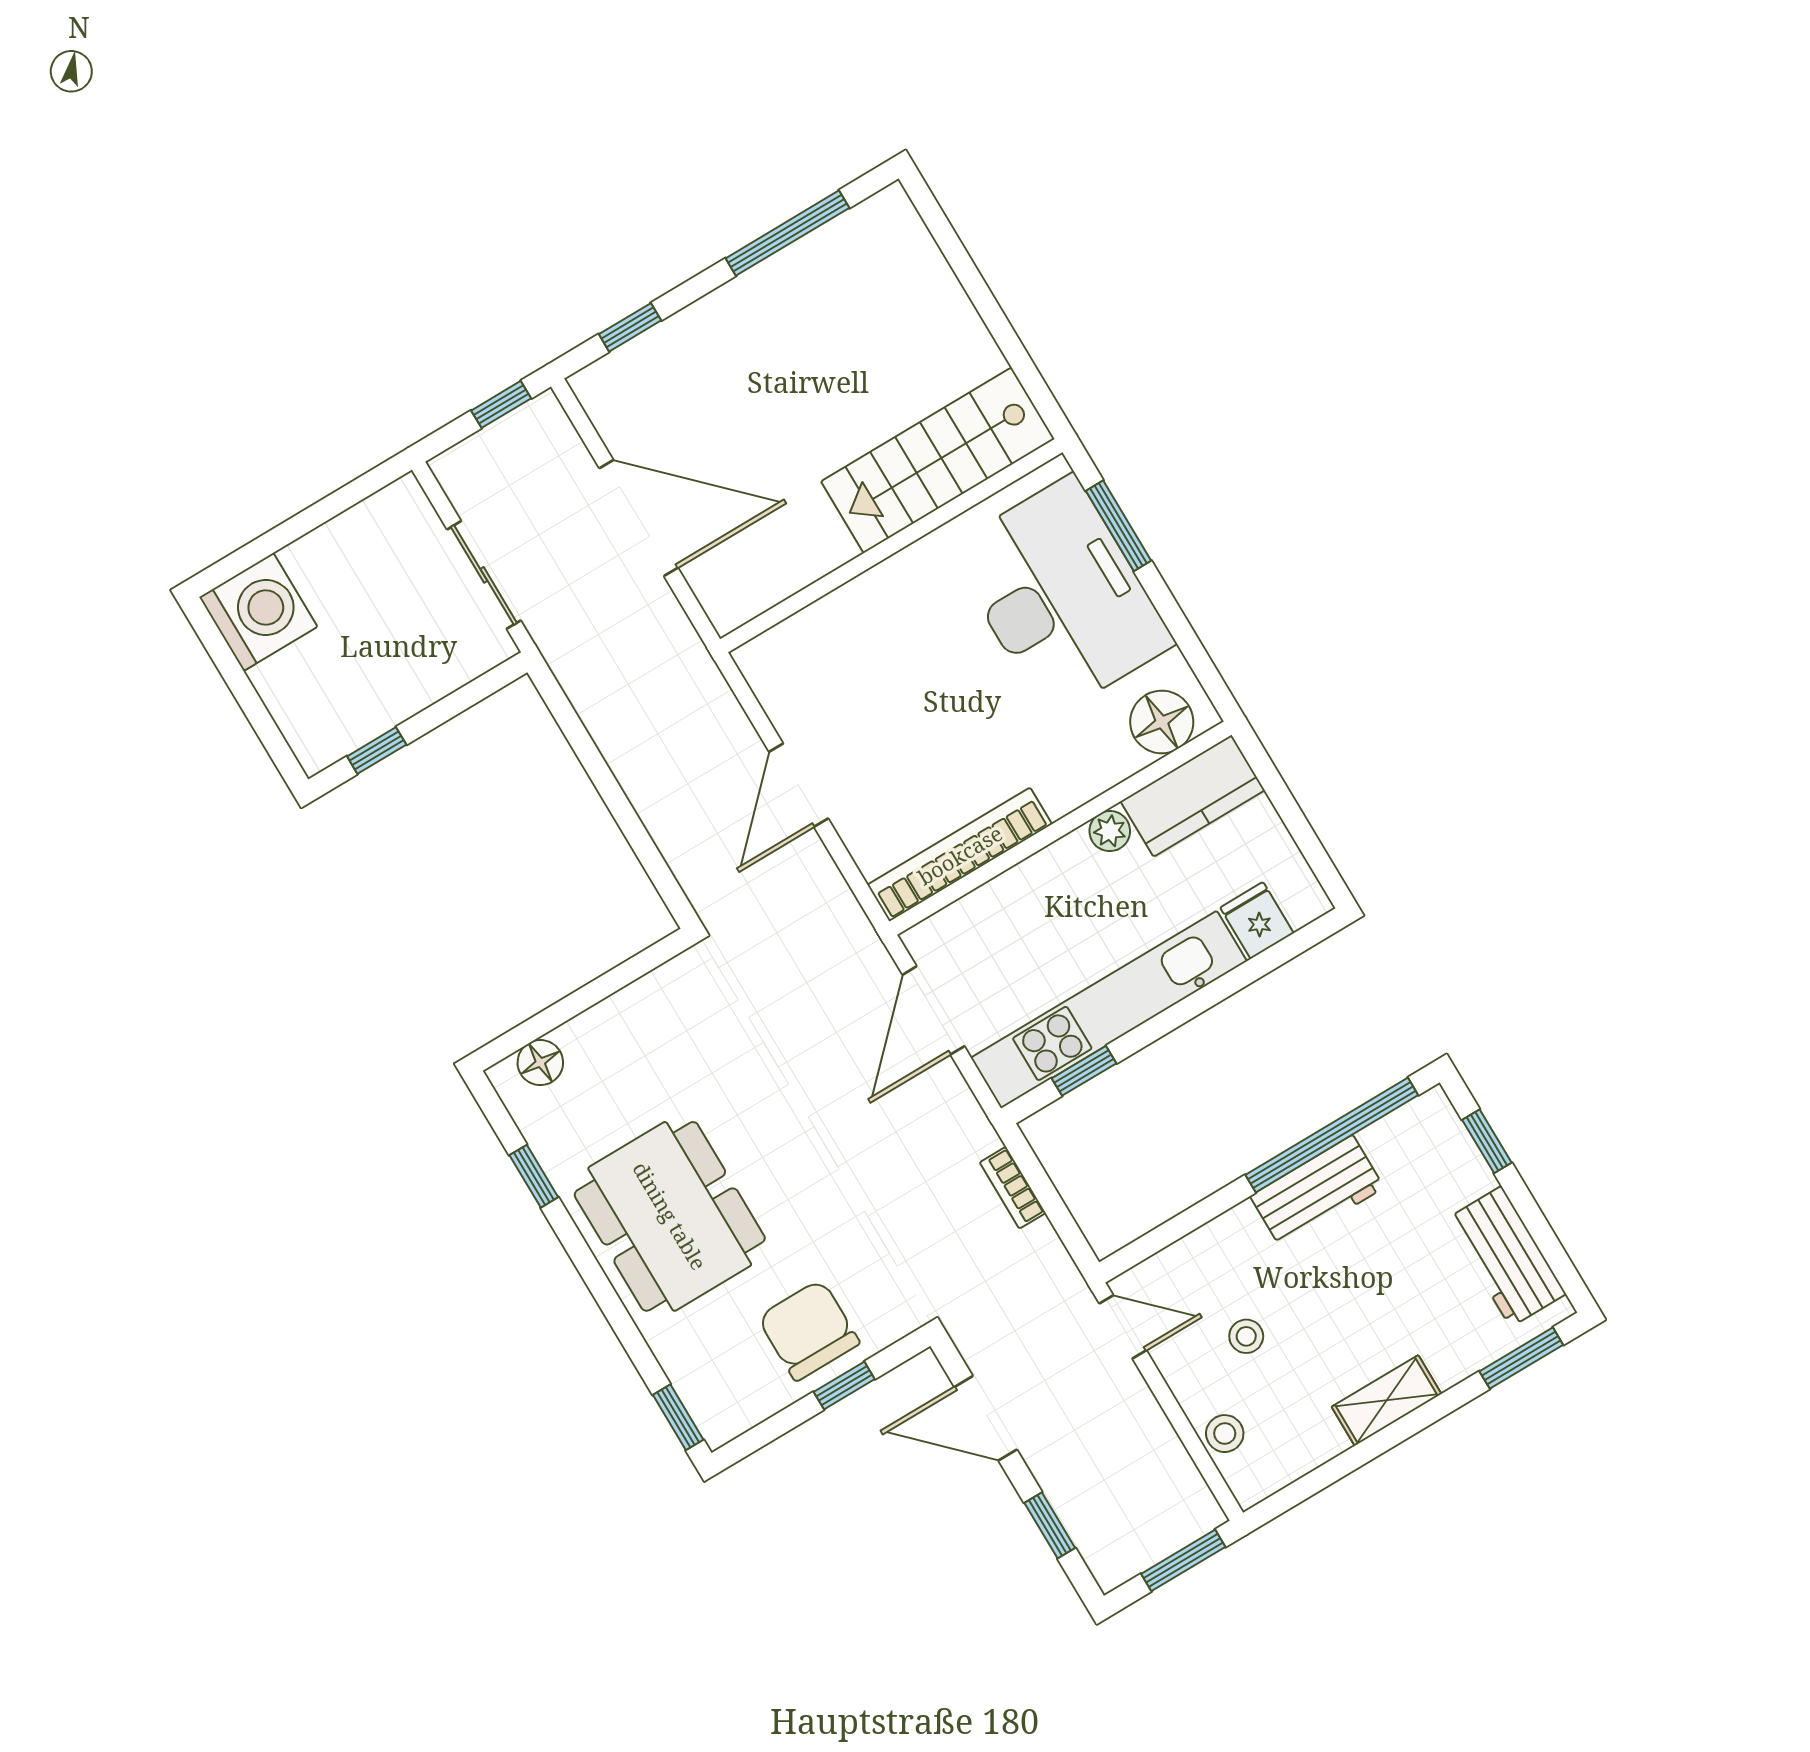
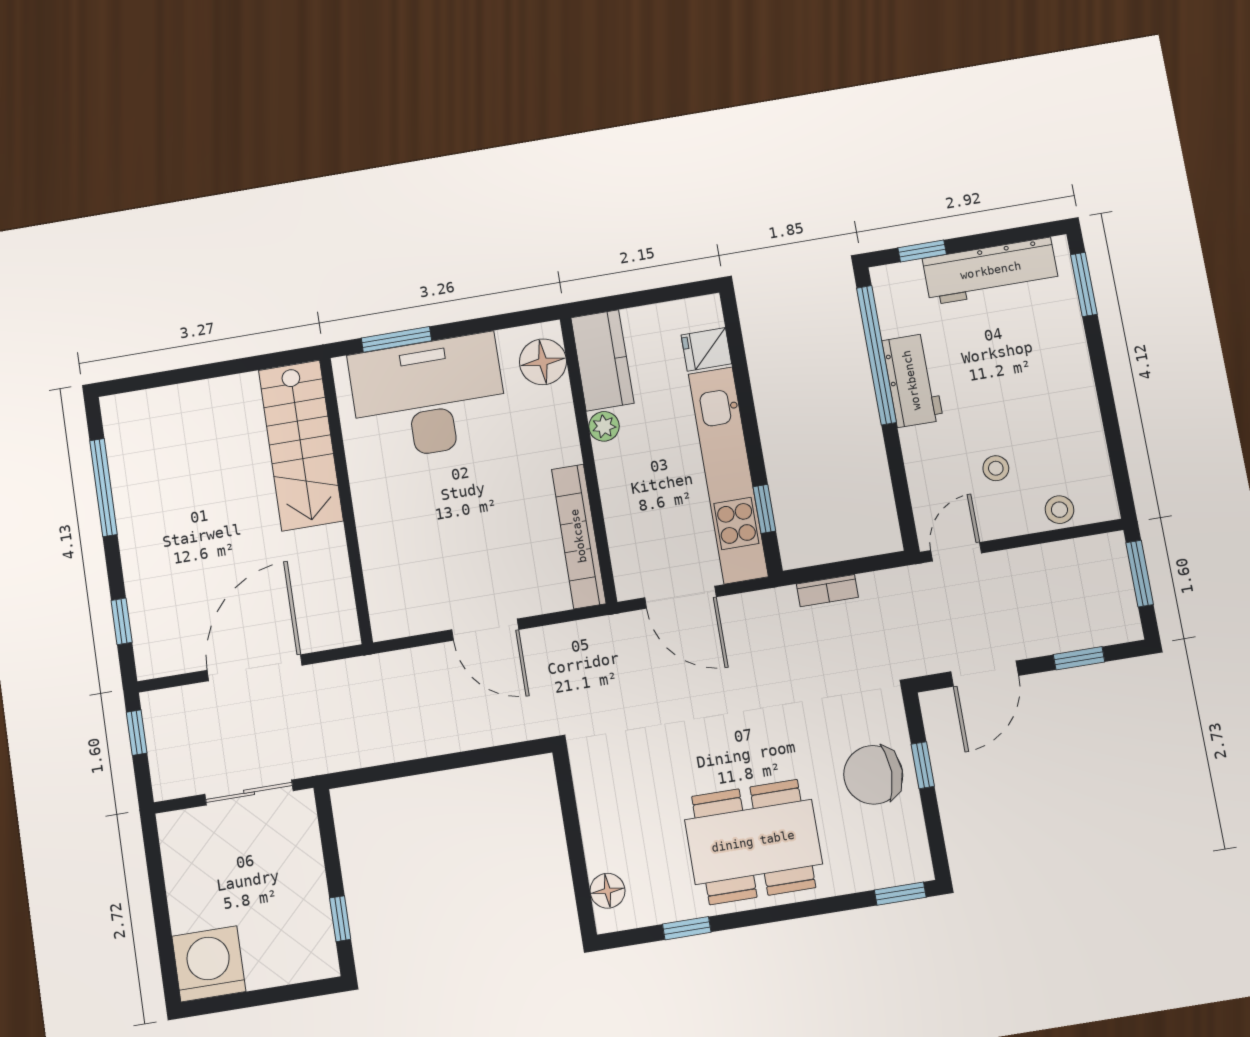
workbench: (1506, 1257) -> (991, 271), width x1.37
shelving: (1387, 1400) -> (1079, 388), removed

